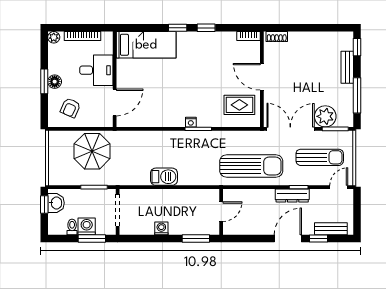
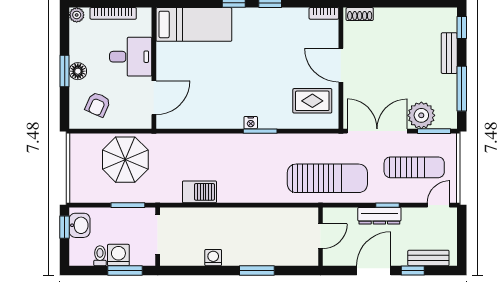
barbecue: (164, 177) -> (199, 192), moved
door: (221, 212) -> (321, 236), moved
wall: (221, 212) -> (321, 237), moved

